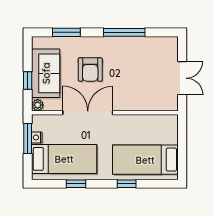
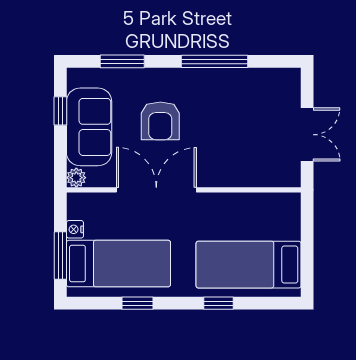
window: (28, 80) -> (60, 111), moved
window: (28, 138) -> (60, 256), moved

